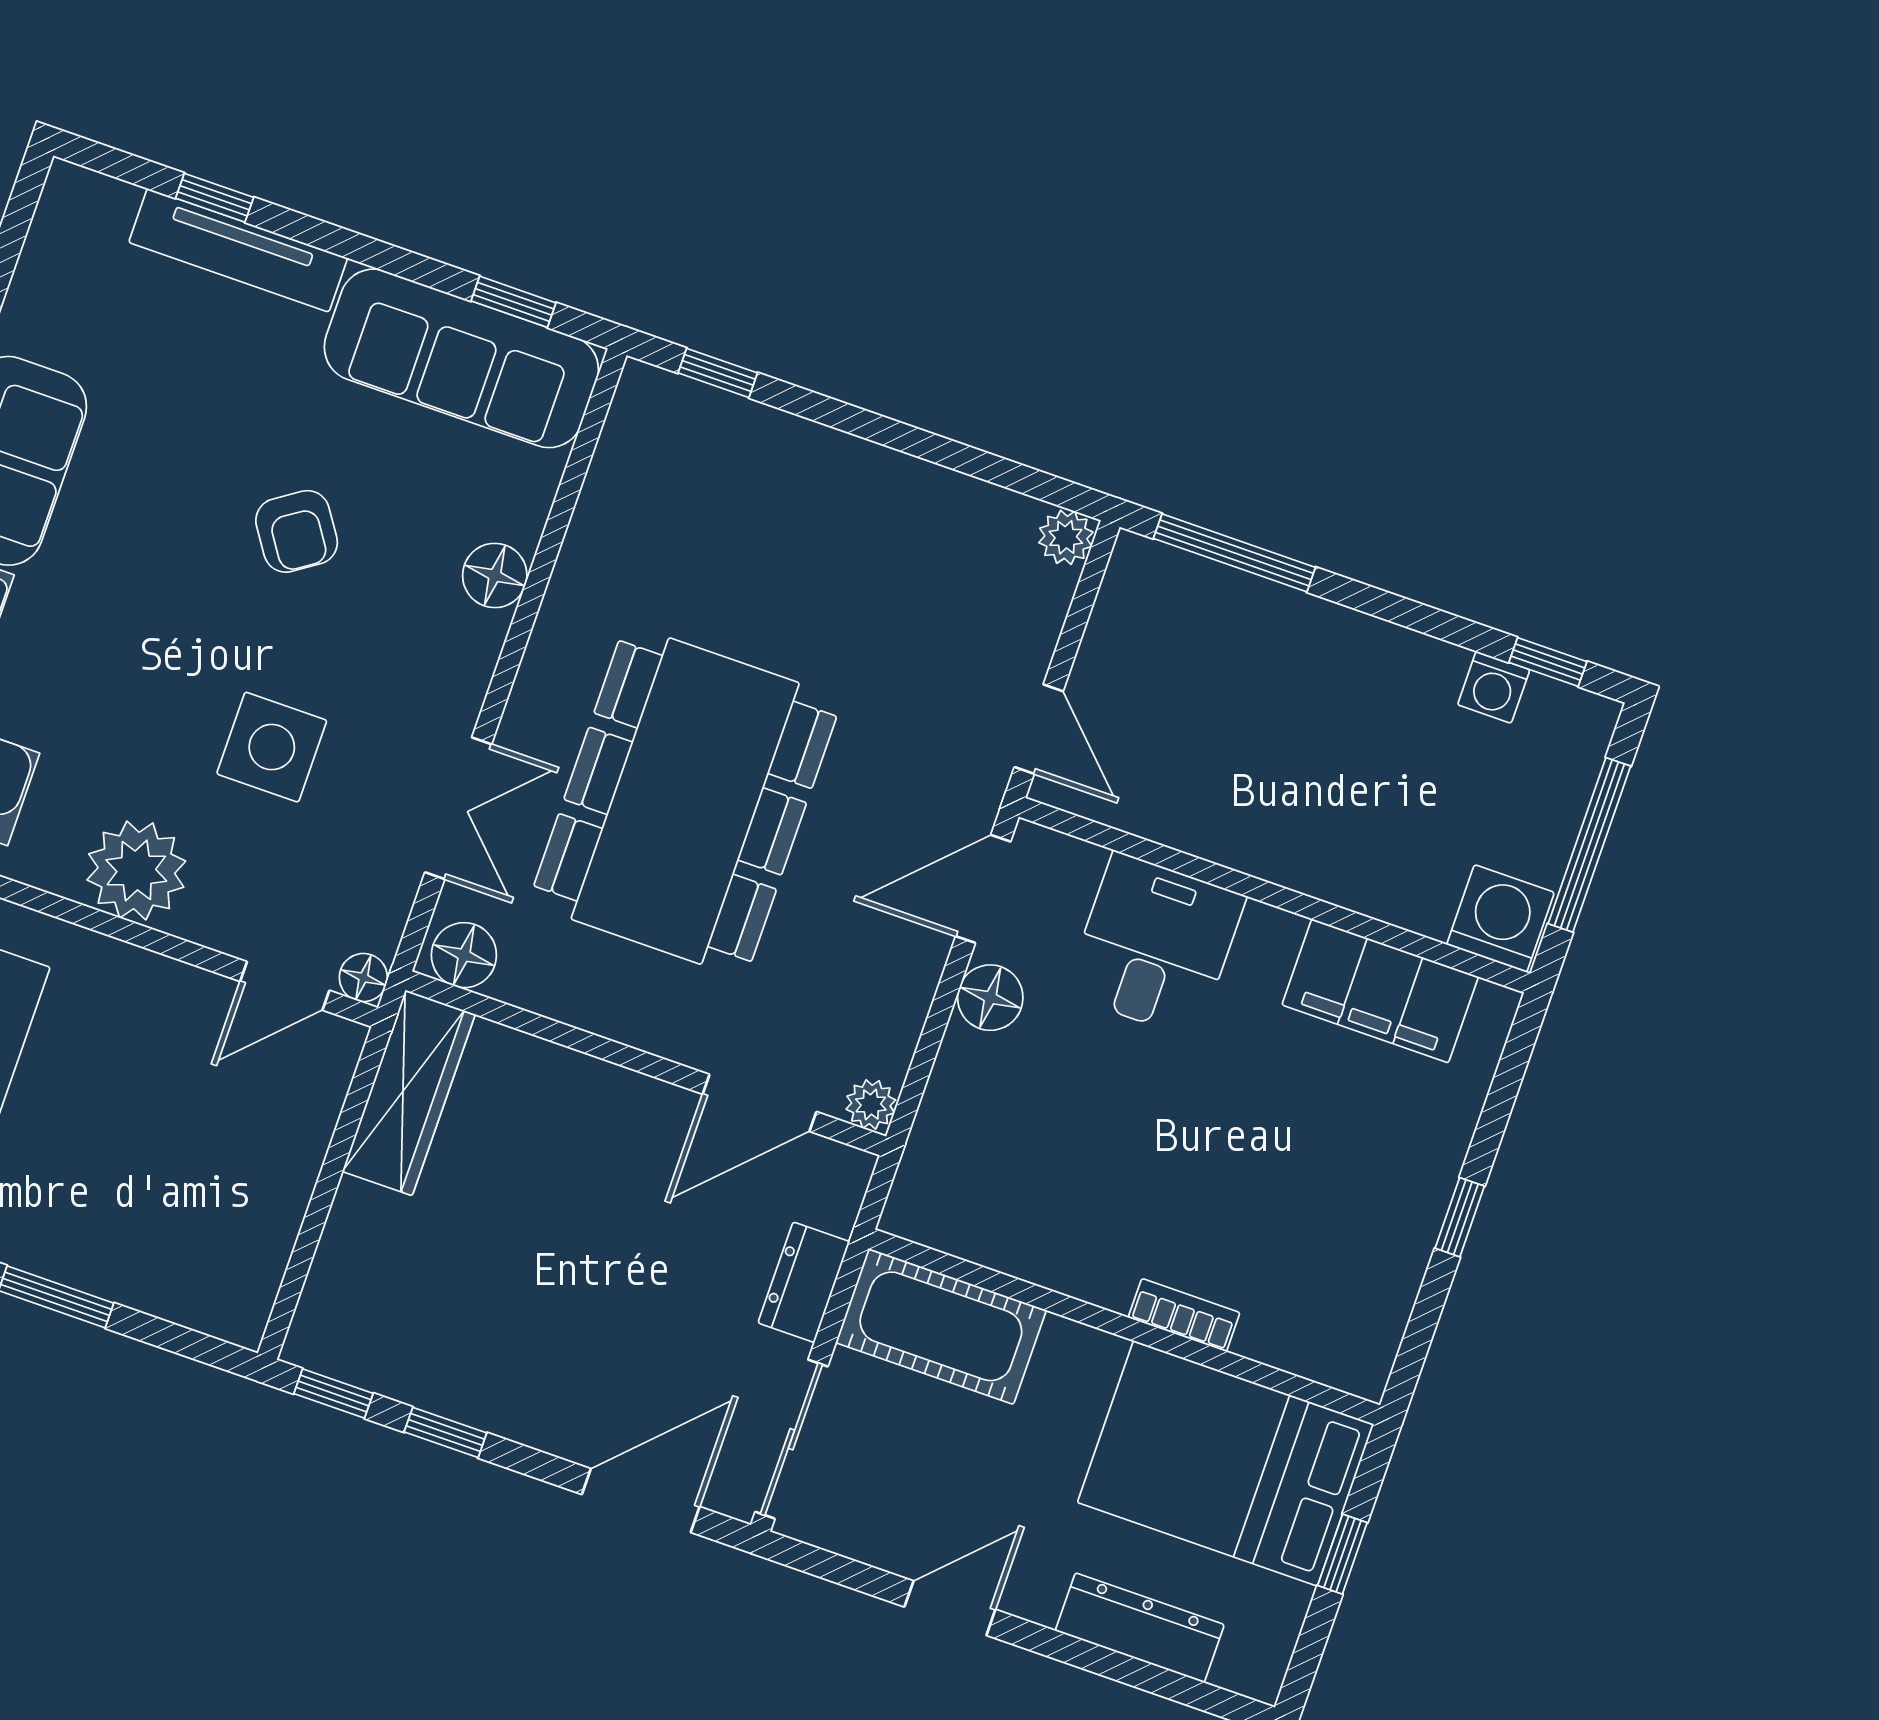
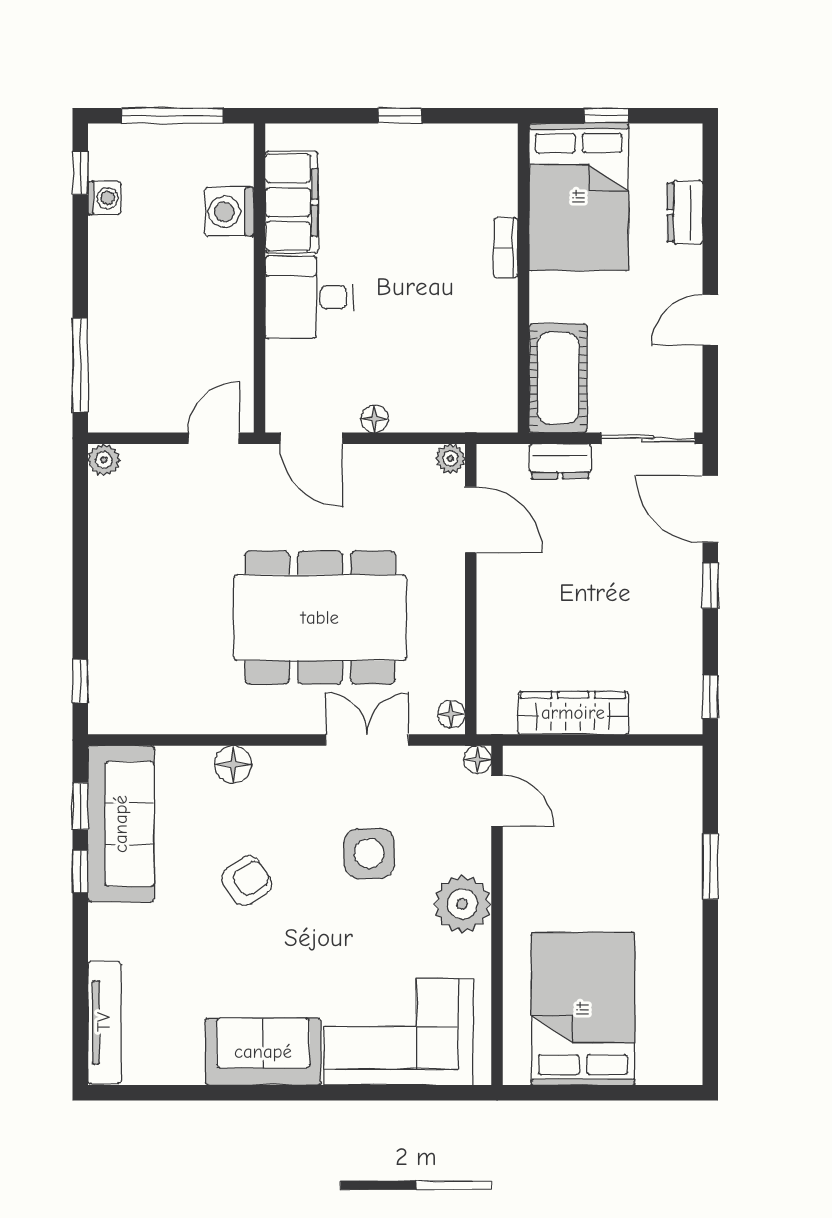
window: (215, 198) -> (80, 871), moved
tv unit: (238, 250) -> (104, 1022), moved
washing machine: (1500, 919) -> (229, 212), moved
desk: (1155, 945) -> (309, 297), moved
floor lamp: (464, 955) -> (451, 714), width x0.73, depth x0.73
floor lamp: (990, 998) -> (374, 419), width x0.73, depth x0.73
wardrobe: (409, 1093) -> (573, 713), moved
window: (445, 1432) -> (710, 586), moved
door: (950, 1608) -> (710, 320), hinge flipped
dresser: (1140, 1628) -> (685, 212), width x0.70

